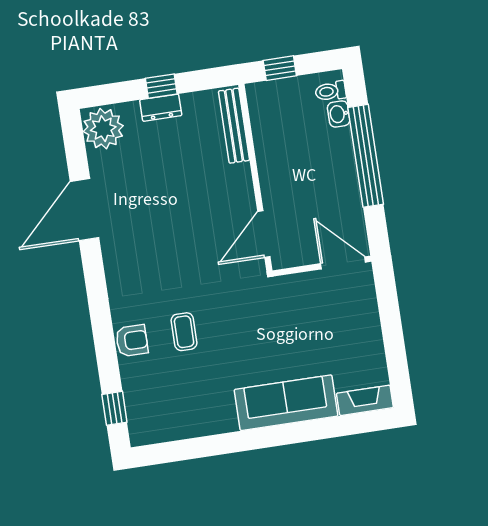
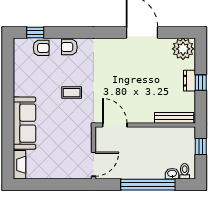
coffee table: (184, 332) -> (72, 93), moved
armchair: (132, 341) -> (69, 47), turned 90
armchair: (142, 393) -> (41, 48), added

